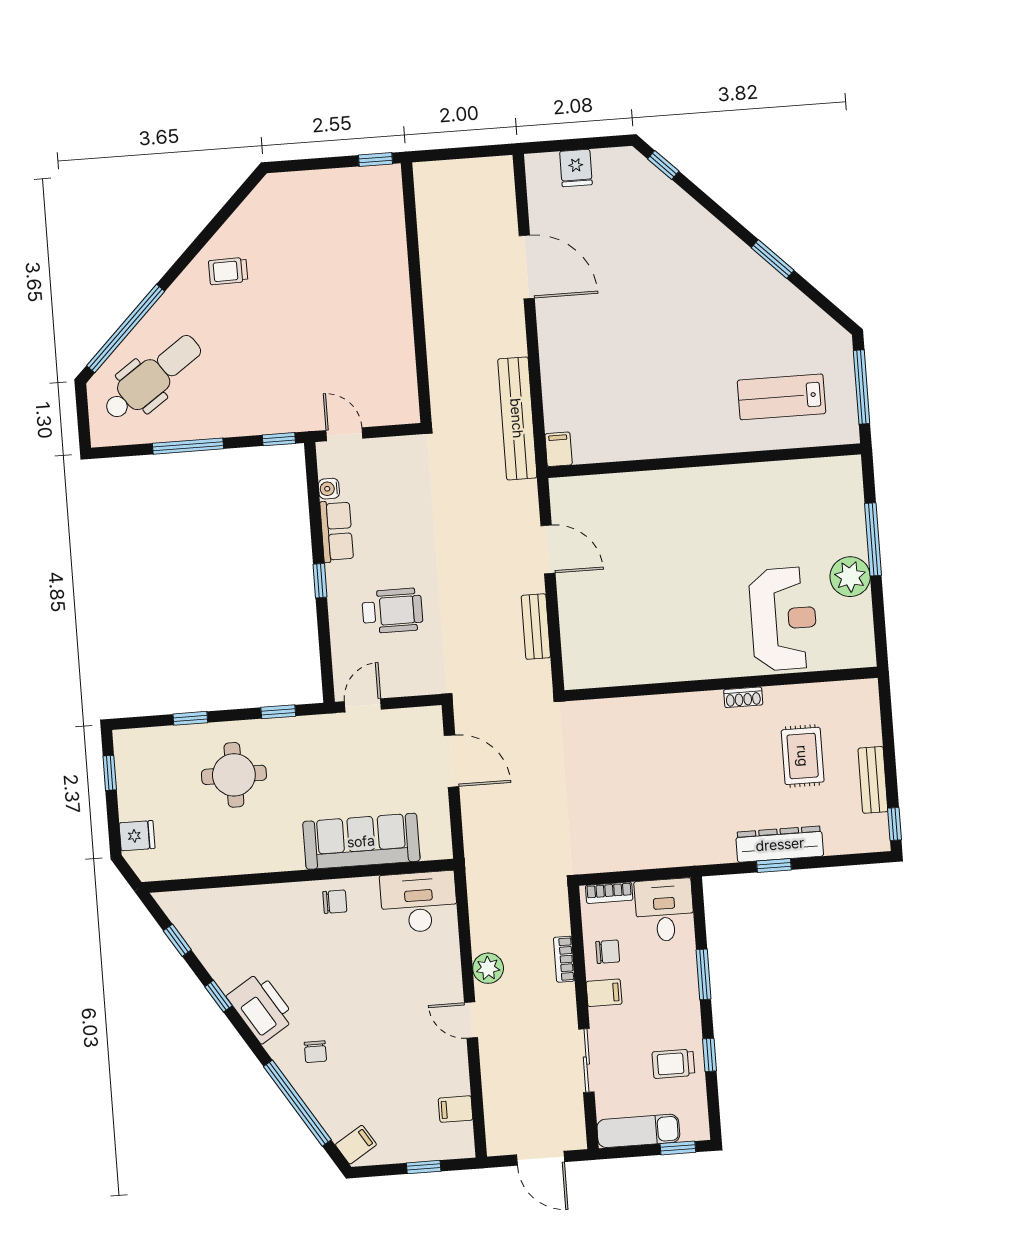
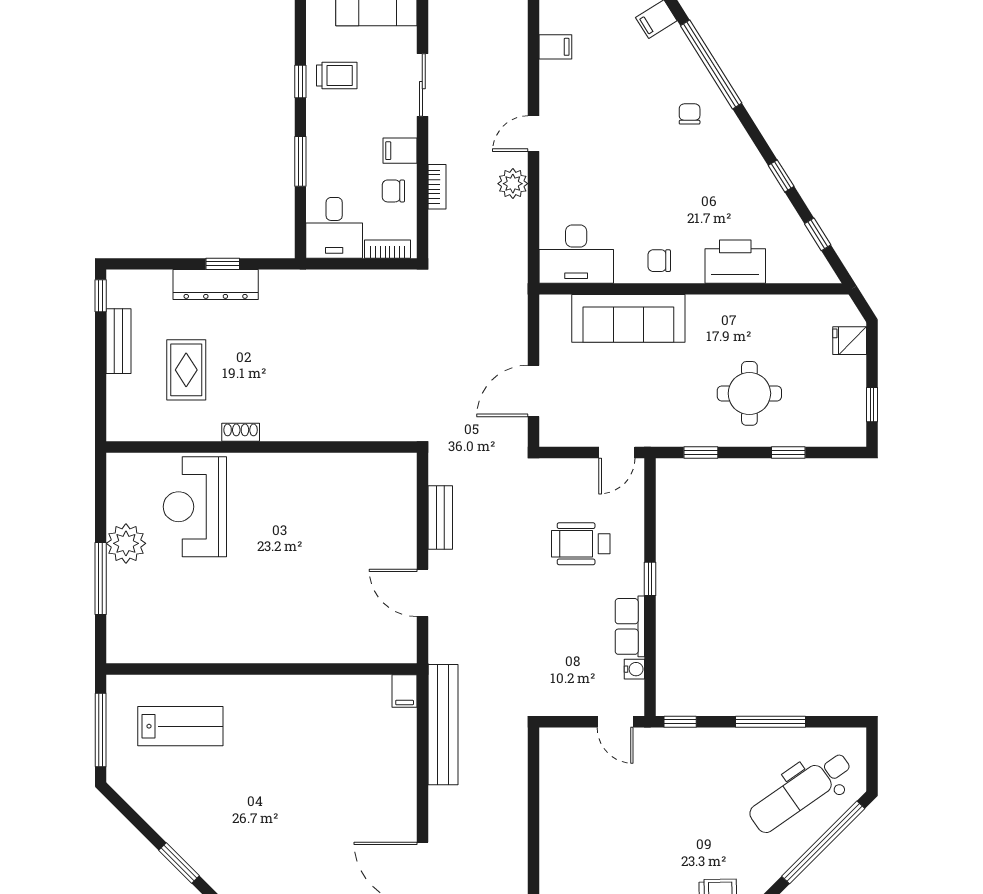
door: (452, 761) -> (533, 391), hinge flipped
printer: (261, 1008) -> (735, 262), moved, turned 122
door: (471, 1020) -> (533, 134), swing flipped

